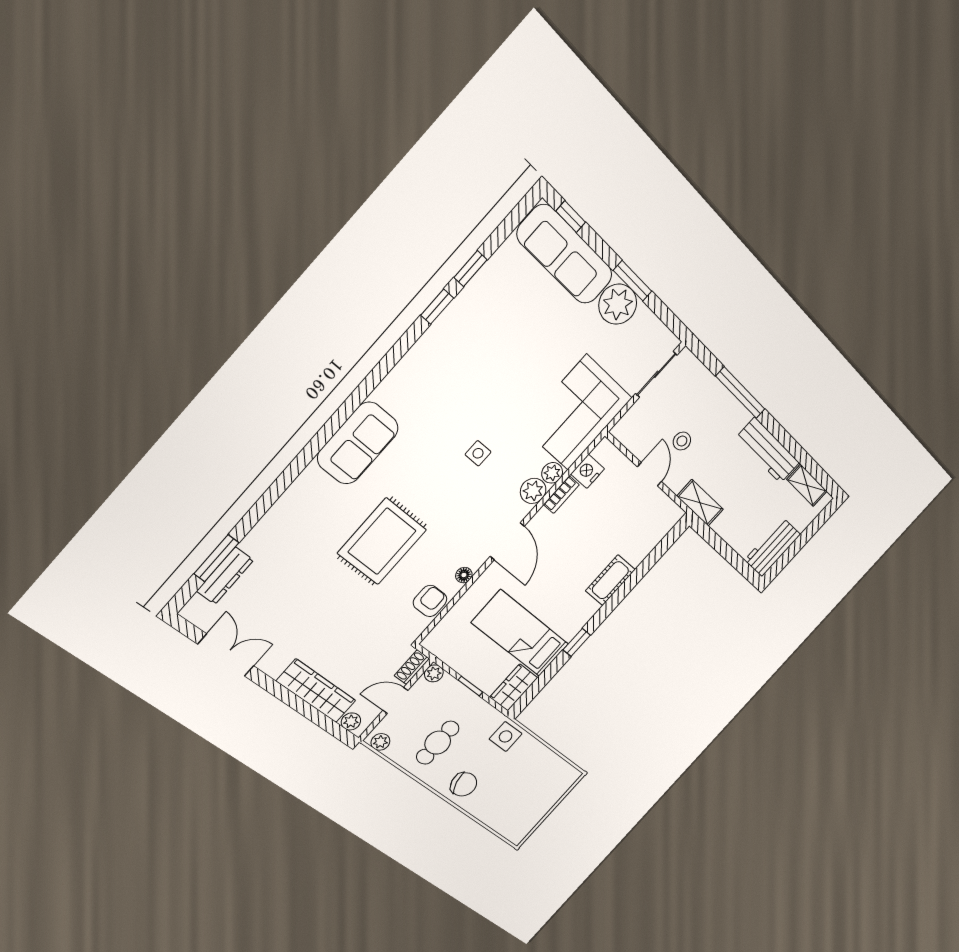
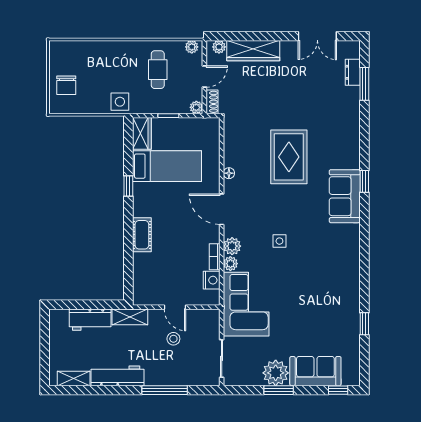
sofa: (565, 255) -> (315, 371), width x0.73
window: (437, 307) -> (364, 181), moved
workbench: (772, 547) -> (90, 320), moved, turned 90
dresser: (225, 576) -> (353, 72), width x0.70
armchair: (430, 601) -> (235, 145), removed
chair: (464, 784) -> (66, 85), moved, turned -74

